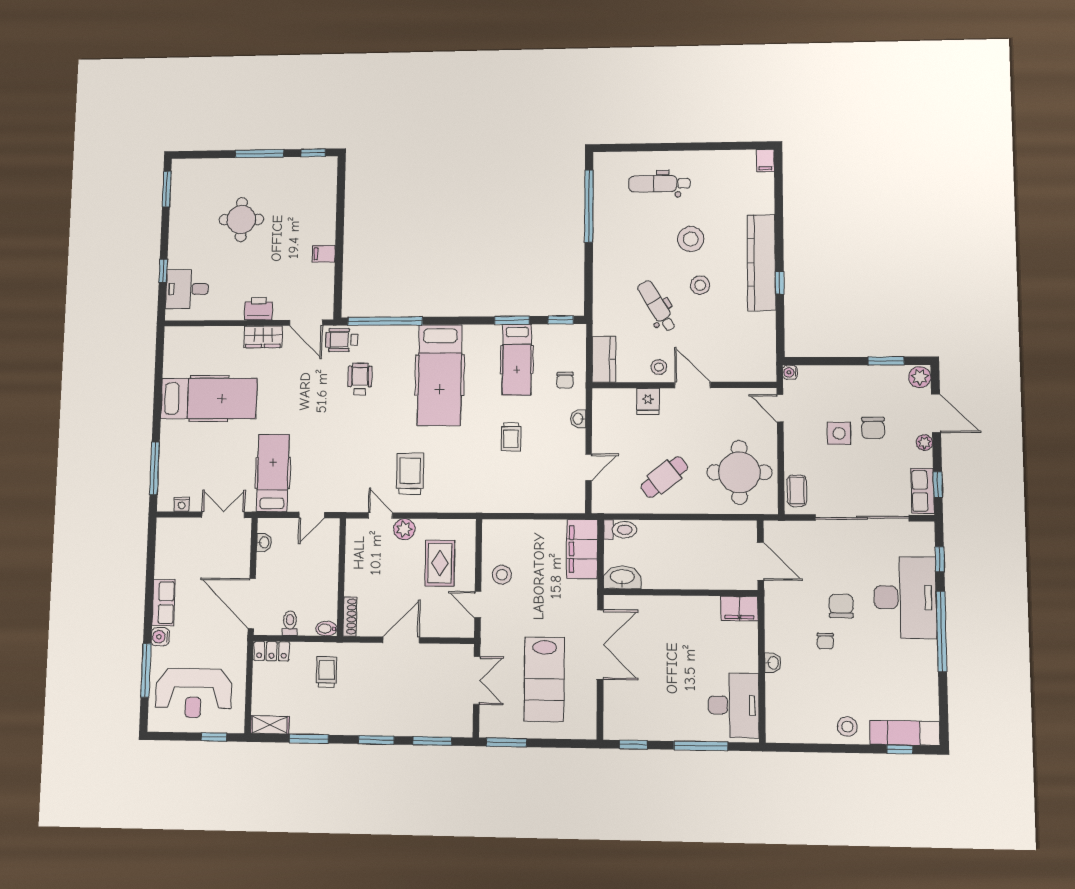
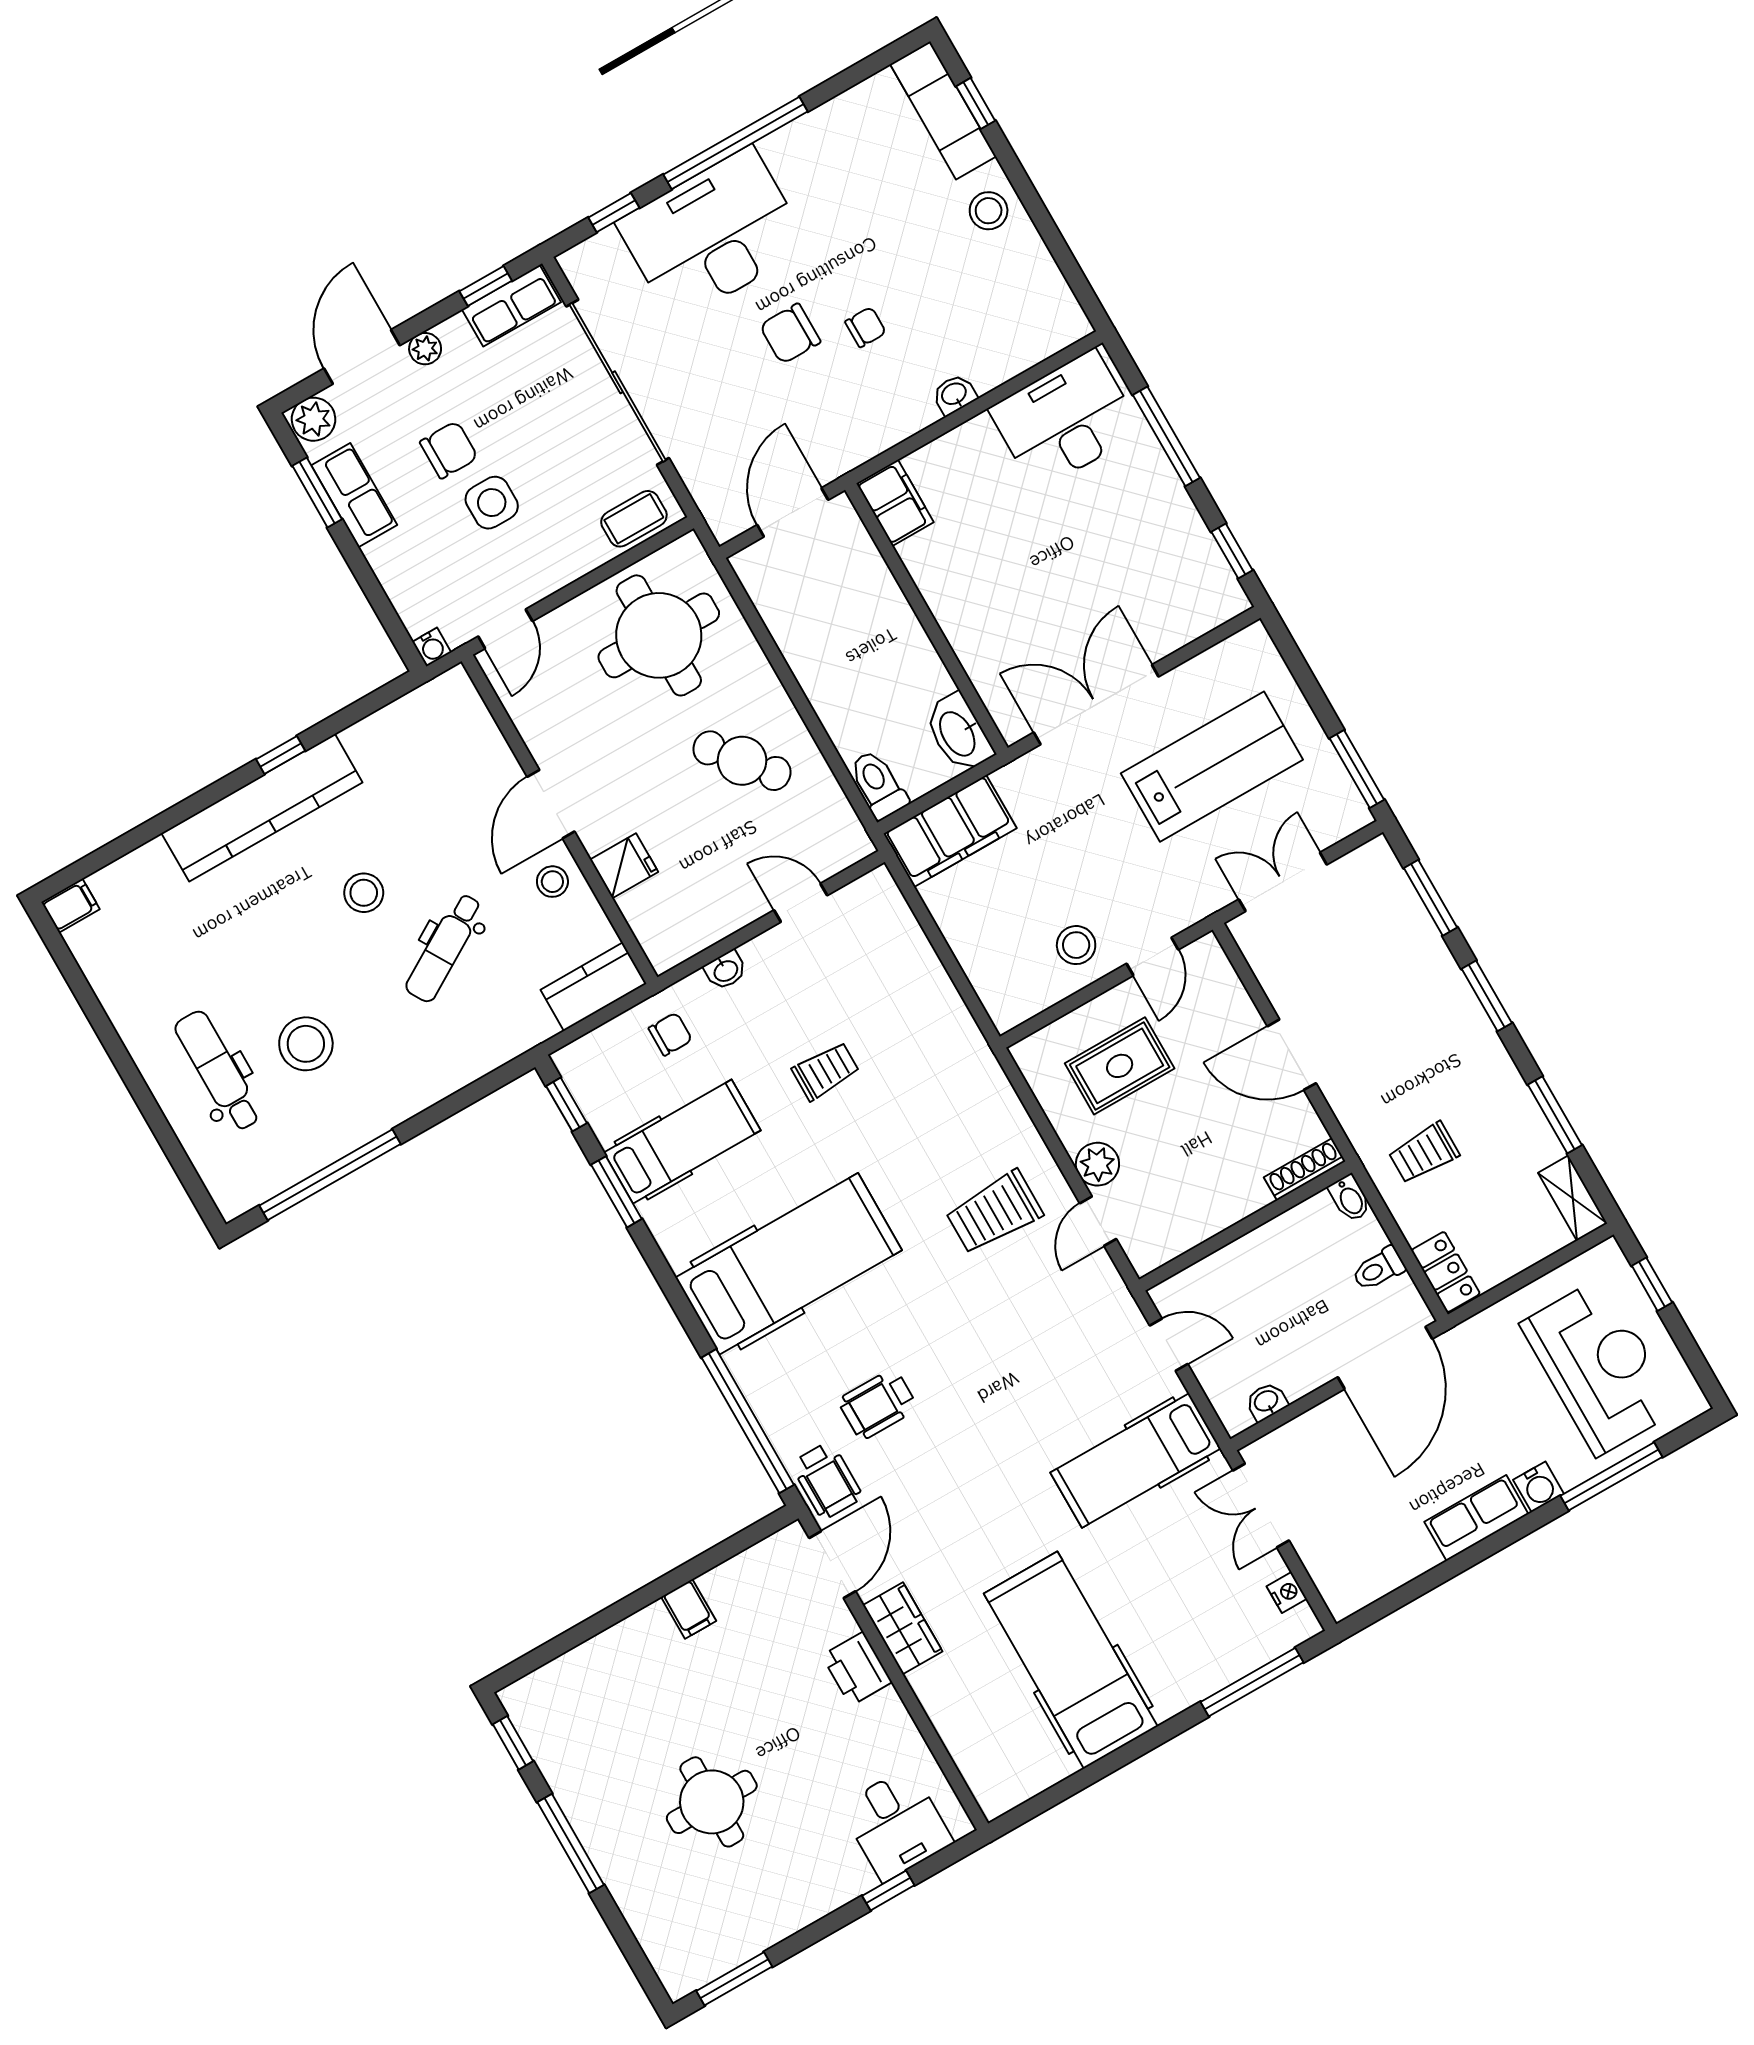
dental chair: (659, 184) -> (218, 1071), turned 180
stool: (691, 239) -> (306, 1044), moved
row of seats: (876, 376) -> (354, 495), added

